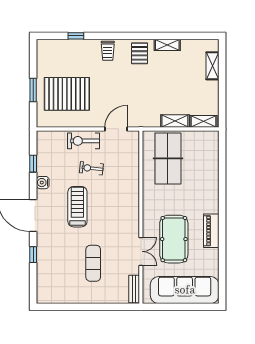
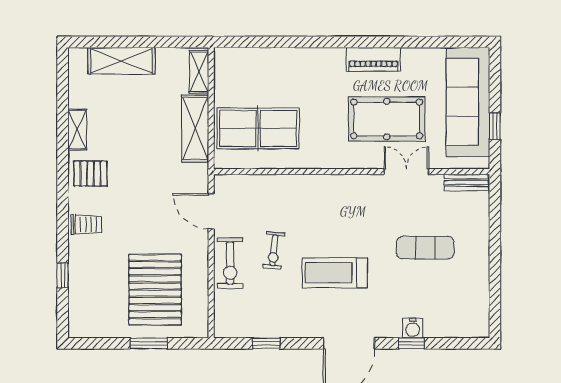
shelving: (213, 66) -> (121, 61), width x1.50, depth x1.33
shelving: (175, 121) -> (195, 128), width x1.50, depth x1.33
water cooler: (43, 183) -> (413, 328), moved
window: (169, 307) -> (495, 126), added

